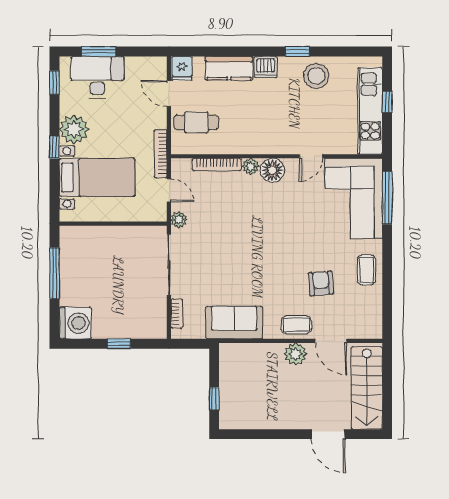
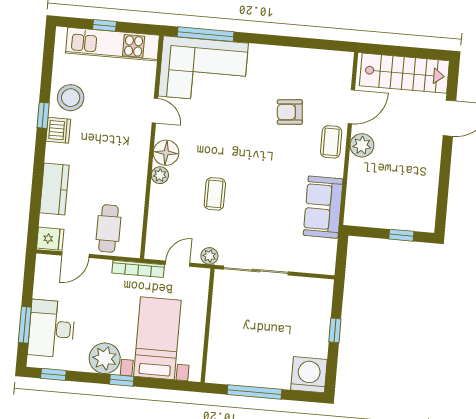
dishwasher: (266, 67) -> (58, 130), moved
bookcase: (217, 164) -> (155, 211), removed
coffee table: (366, 270) -> (215, 194), moved, turned 90
bookcase: (177, 314) -> (308, 267), removed

